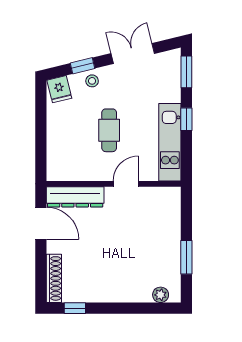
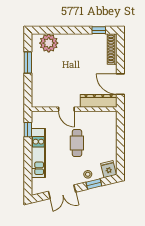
window: (186, 72) -> (28, 180), removed
window: (186, 119) -> (28, 130), moved
kitchen unit: (170, 142) -> (38, 153), moved
door: (126, 184) -> (66, 109), hinge flipped
plant: (161, 295) -> (49, 43), width x1.88, depth x1.88

